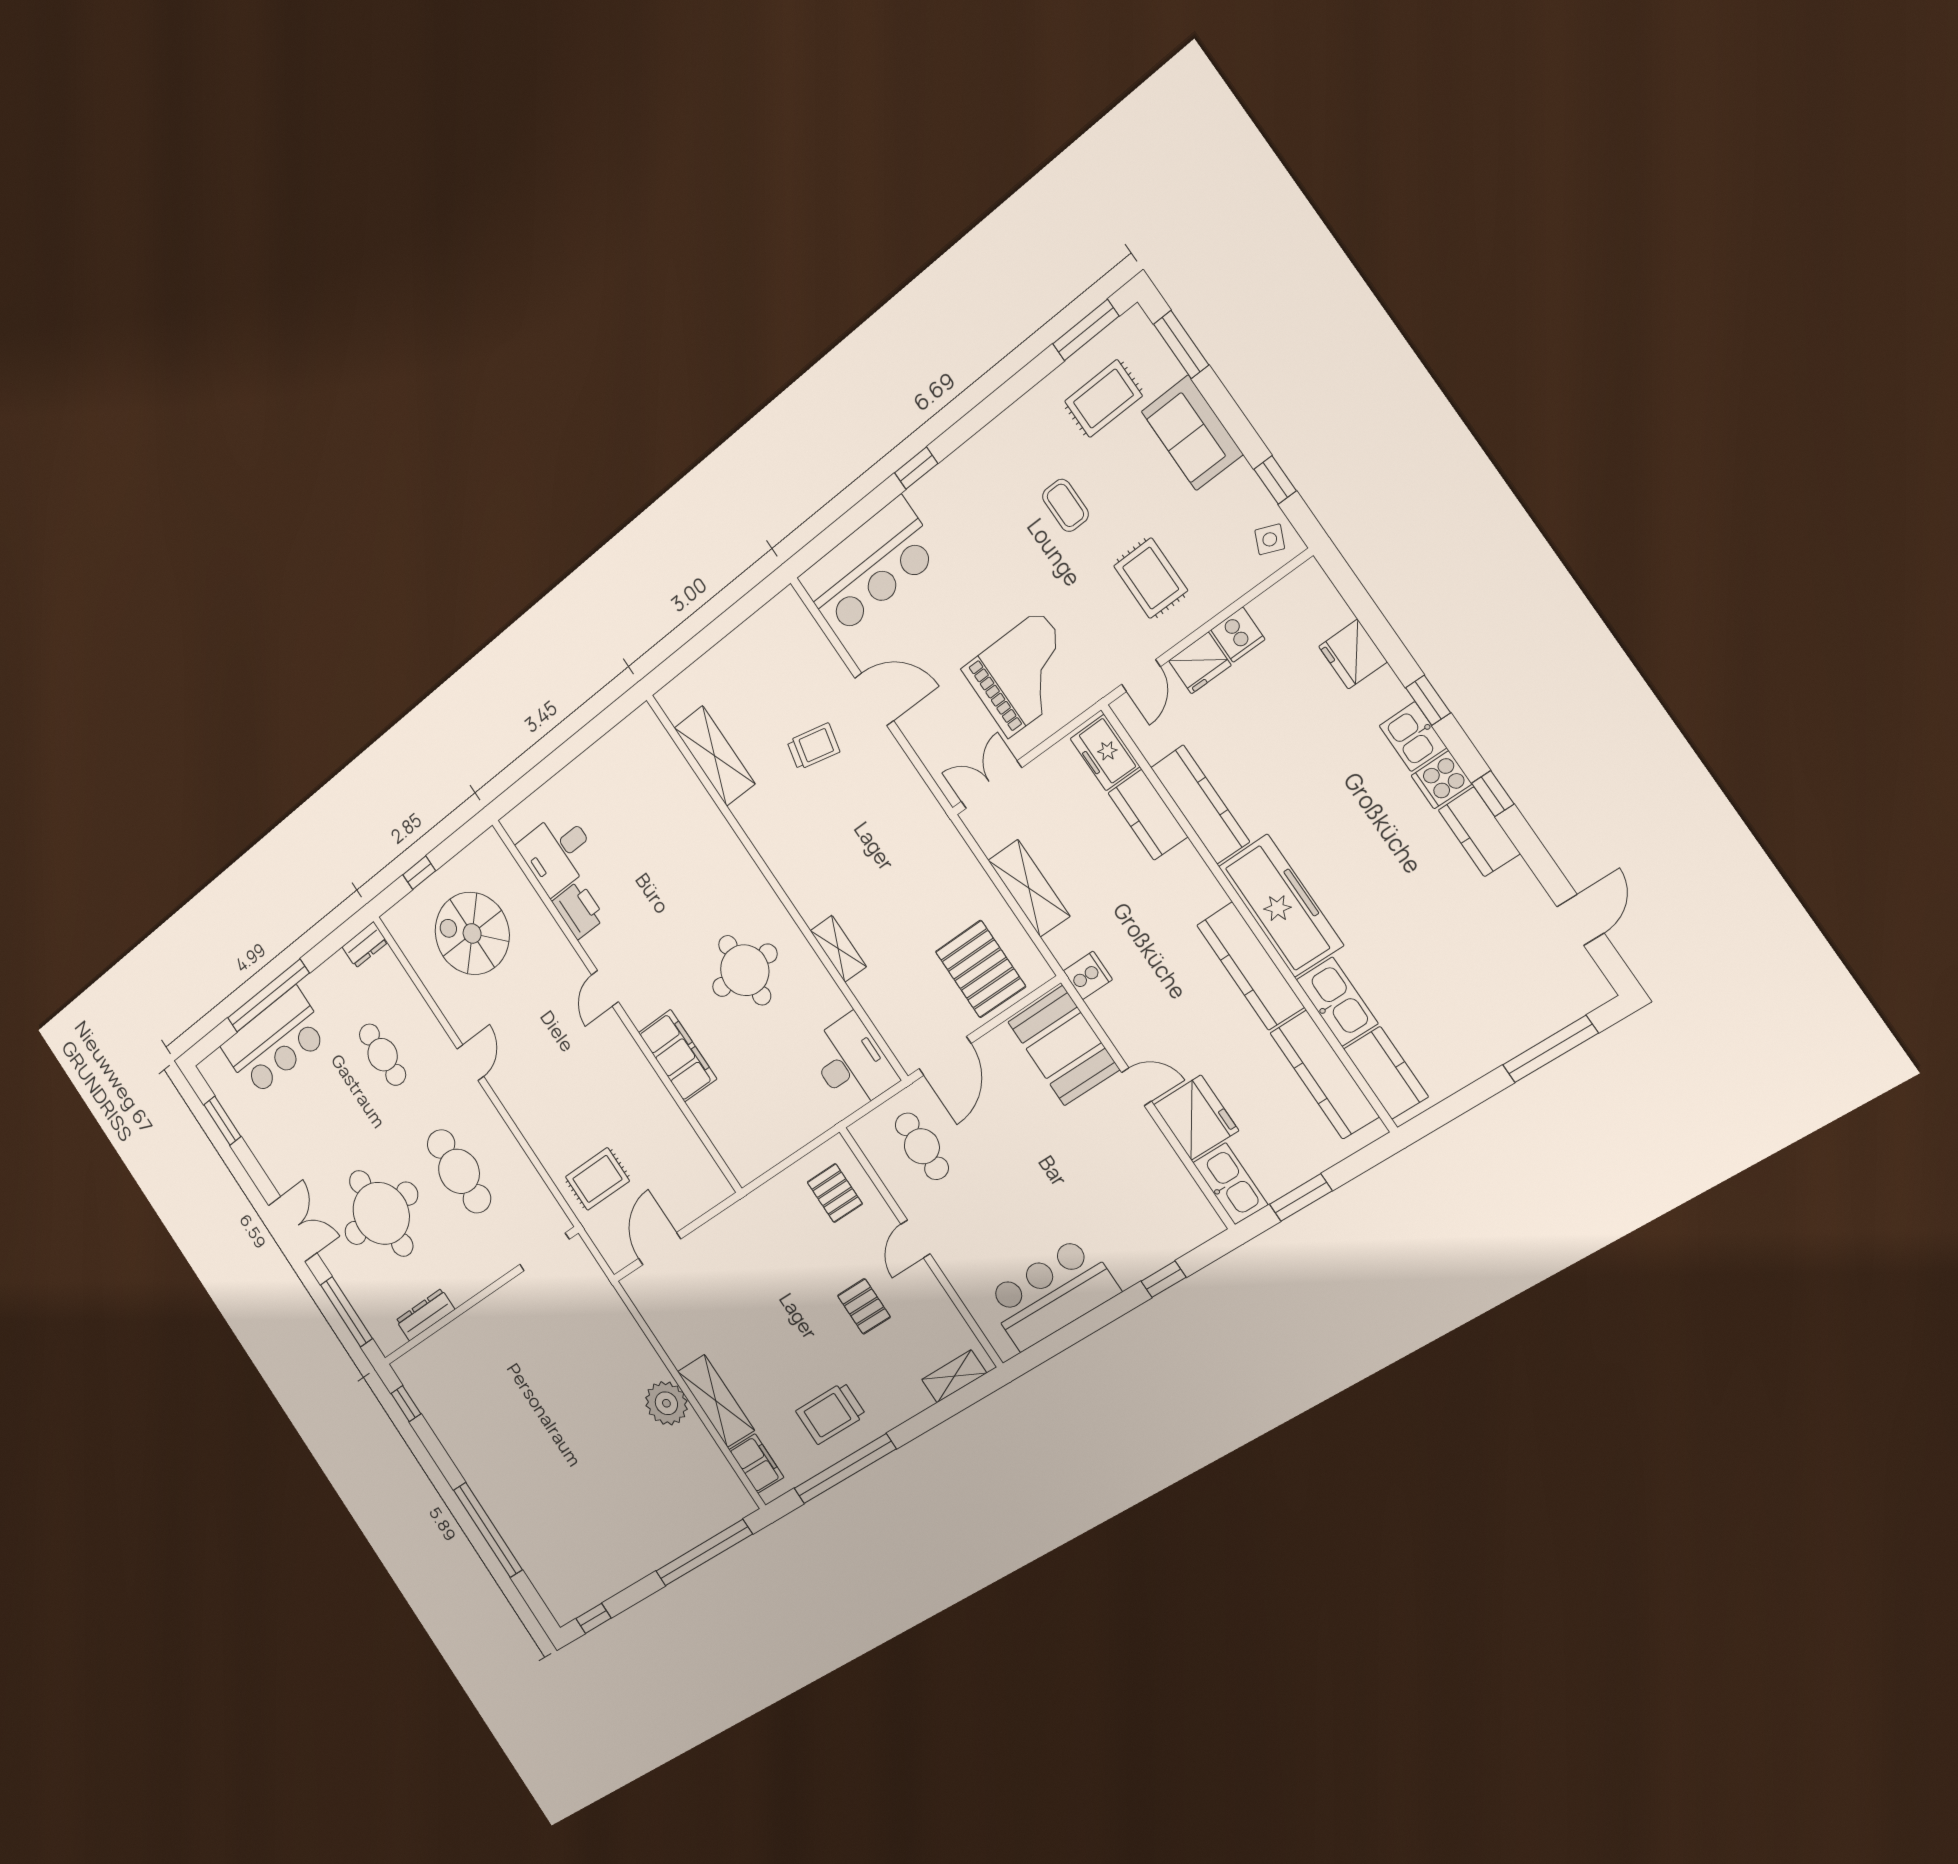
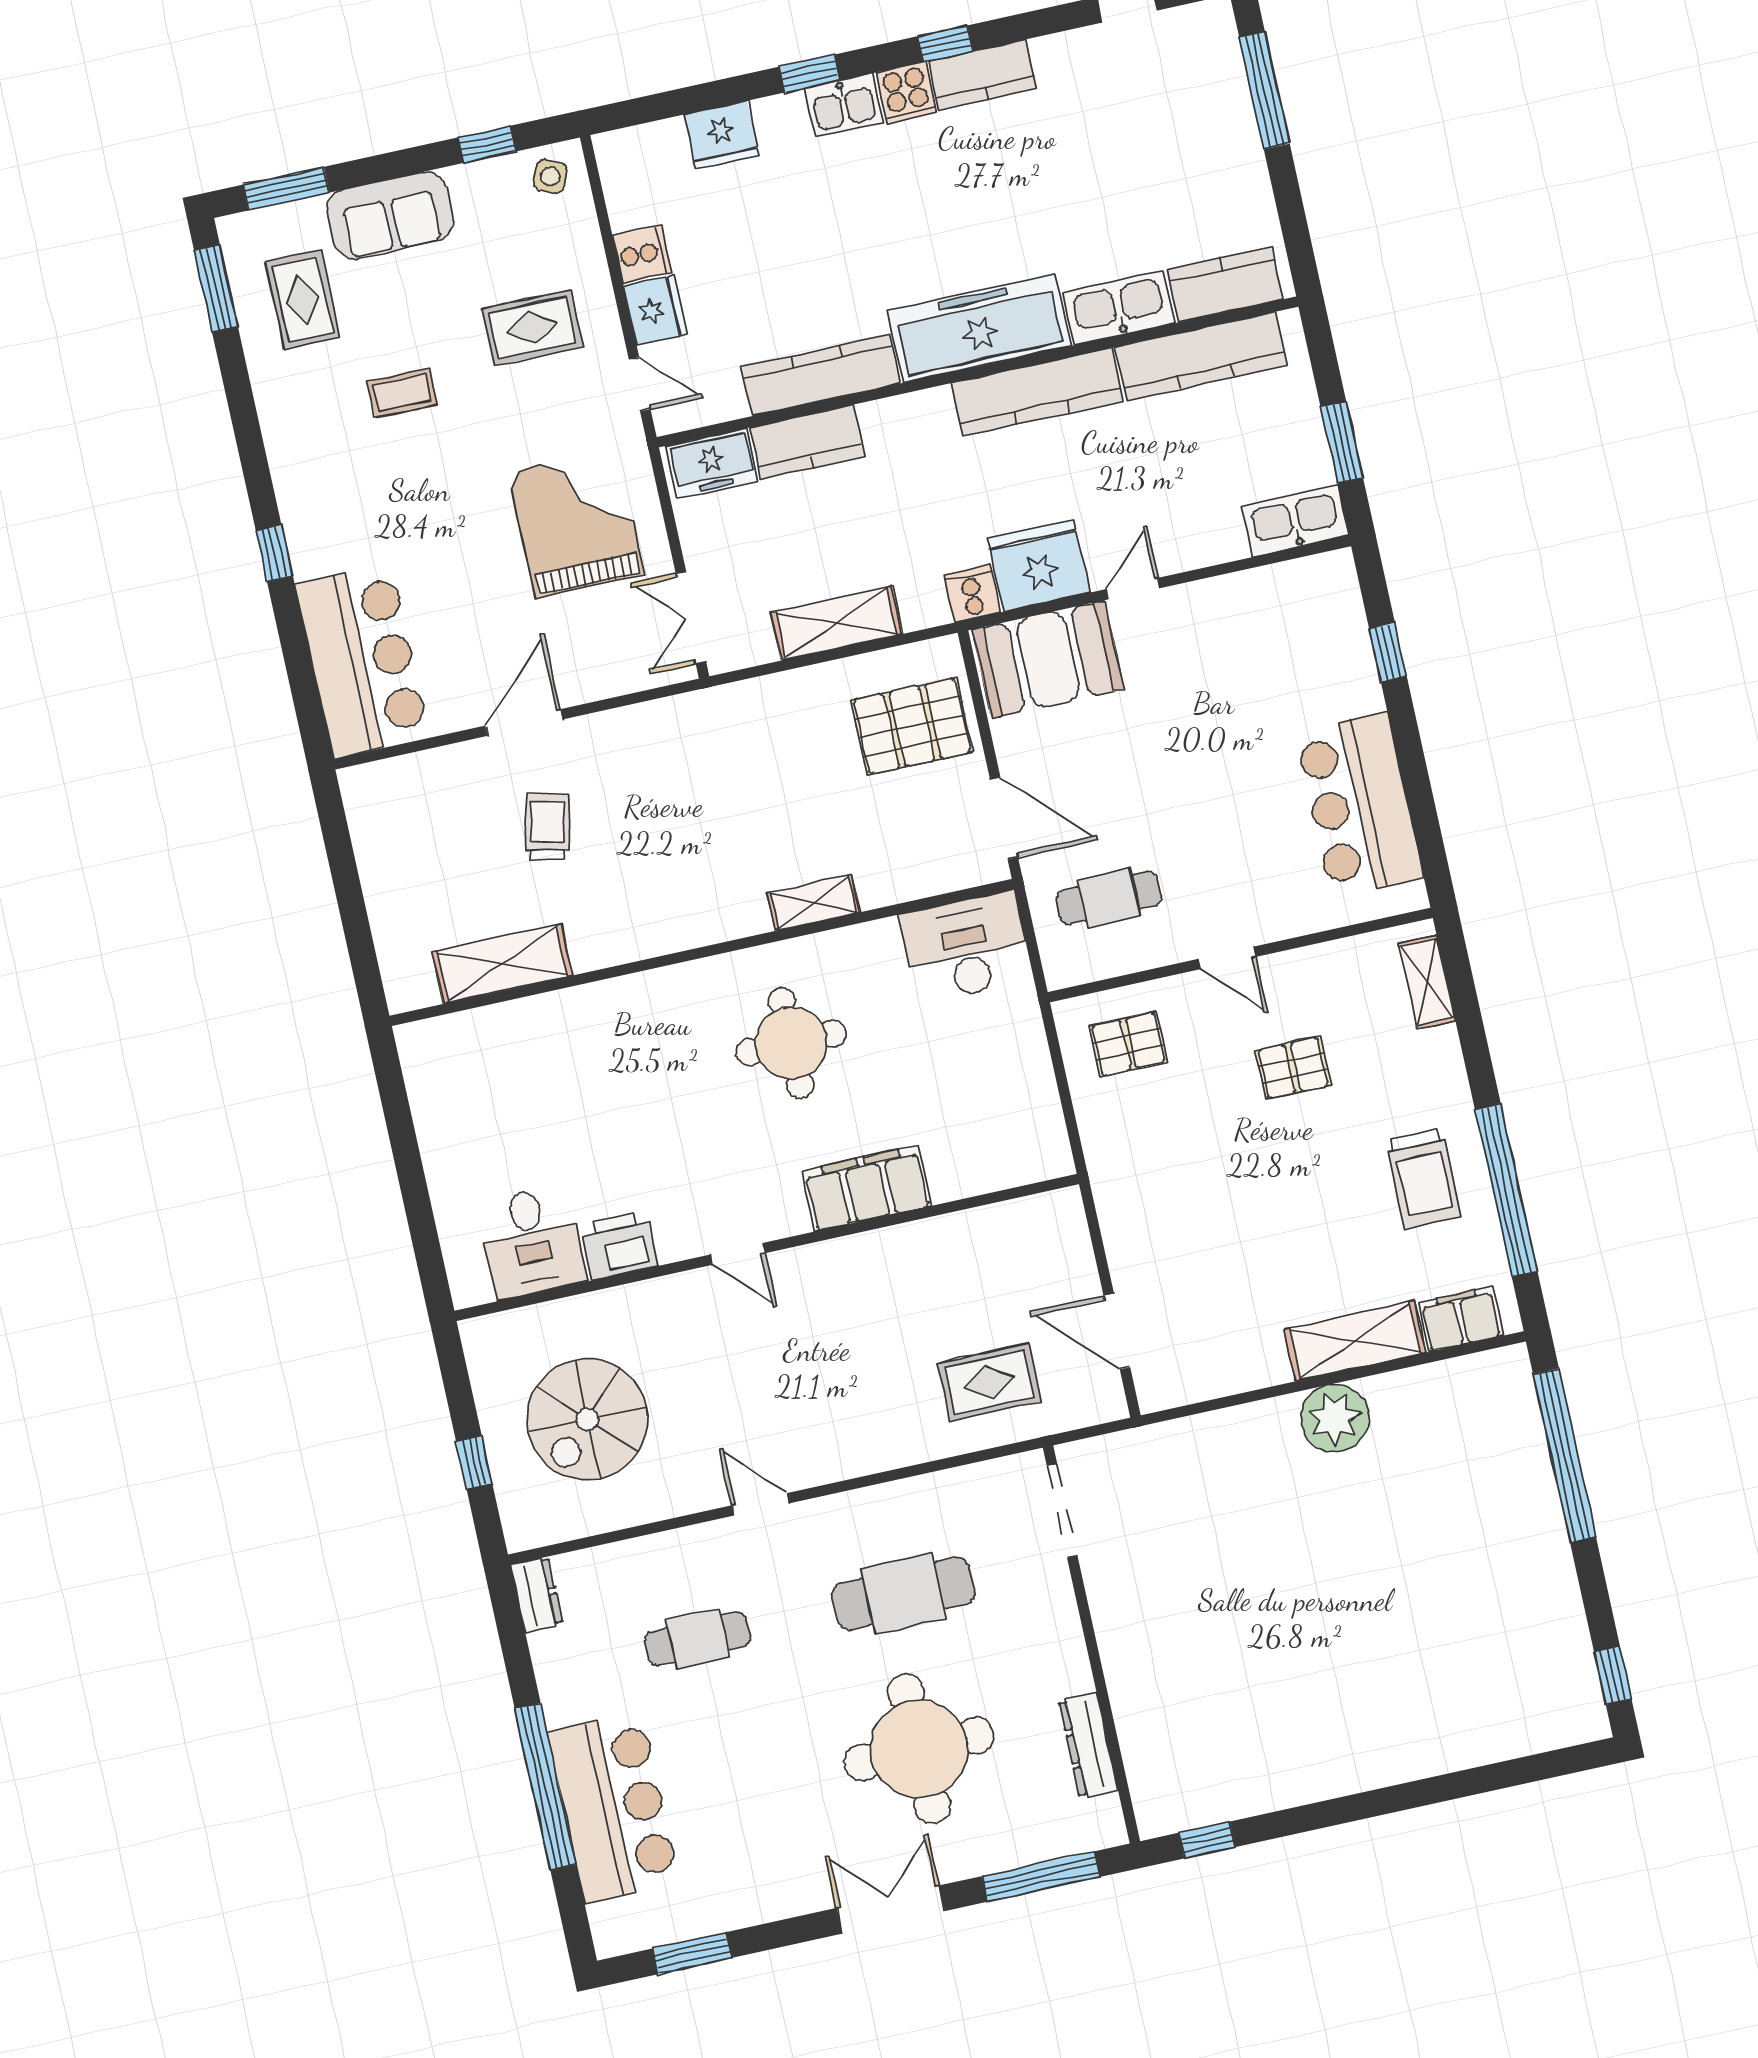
fridge: (1196, 1118) -> (1039, 566), moved
rug: (597, 1179) -> (989, 1382), turned 90
window: (488, 1530) -> (1434, 1790), removed

